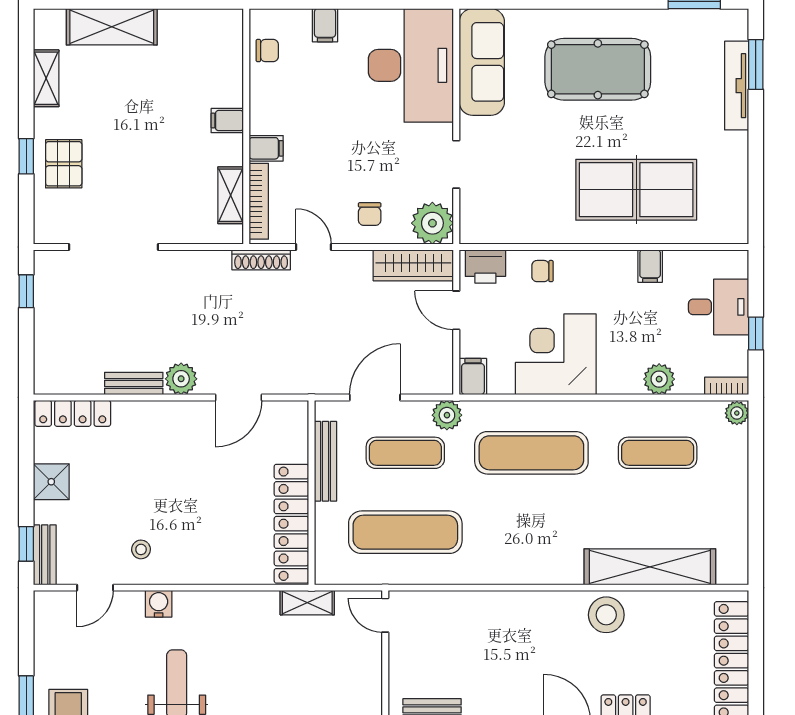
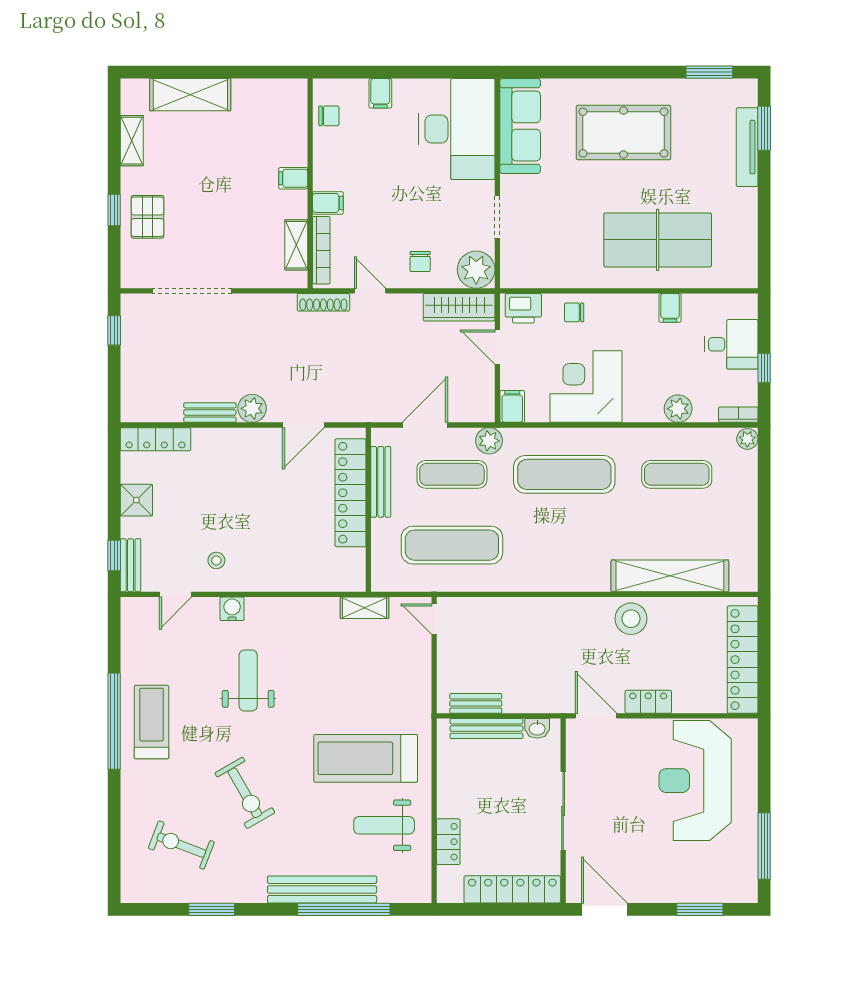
locker: (291, 524) -> (350, 493), moved

